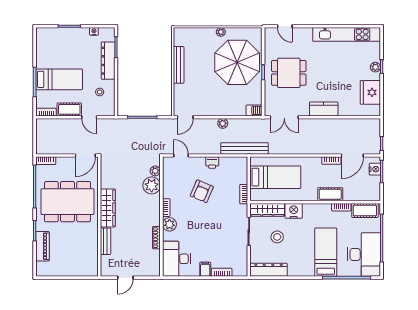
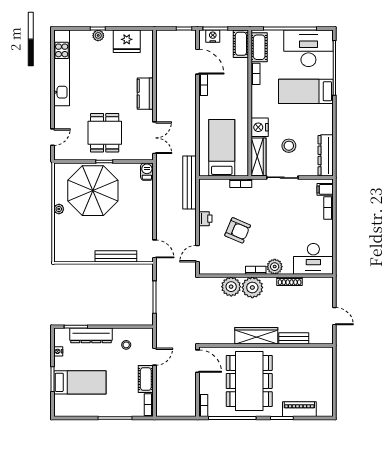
bench: (179, 65) -> (116, 256), moved
bed: (59, 79) -> (80, 382), moved, turned 90
plant: (223, 123) -> (161, 207), removed
plant: (155, 171) -> (252, 287), moved, width x1.88, depth x1.88
cot: (330, 194) -> (241, 44), moved
filing cabinet: (205, 269) -> (325, 189), moved

